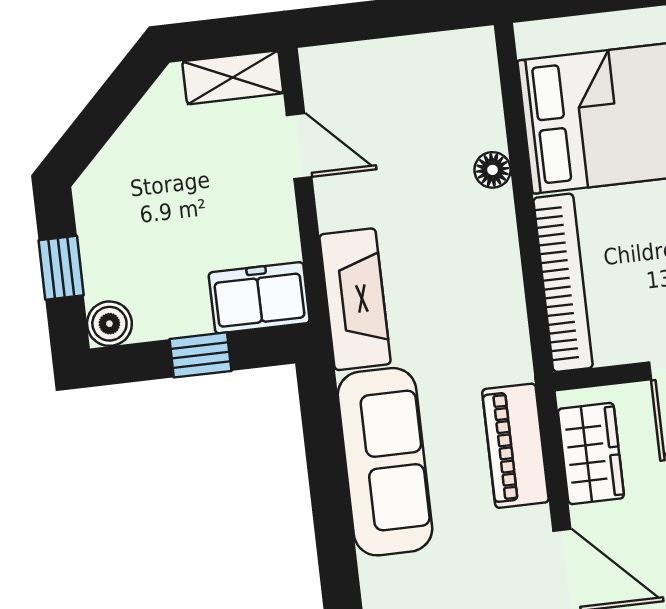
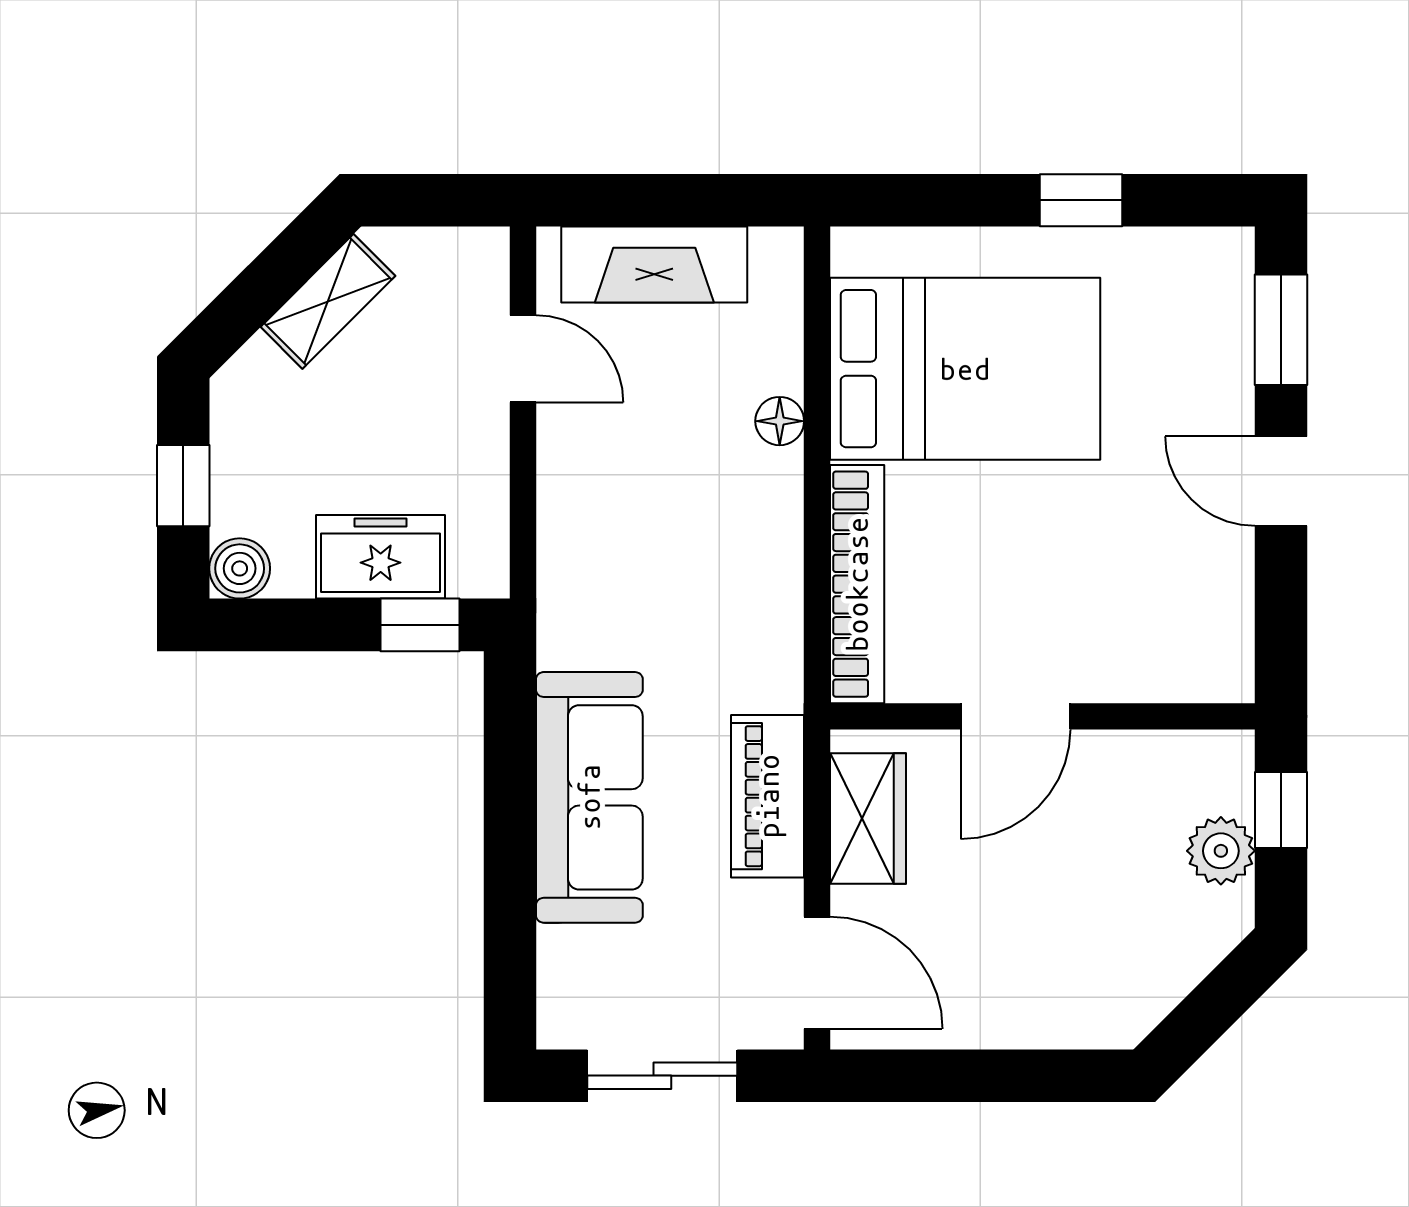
shelving: (233, 77) -> (328, 301), moved, turned -45
freezer: (259, 298) -> (381, 557), moved
fireplace: (355, 299) -> (654, 265), moved, turned 90
window: (200, 355) -> (420, 625), moved

